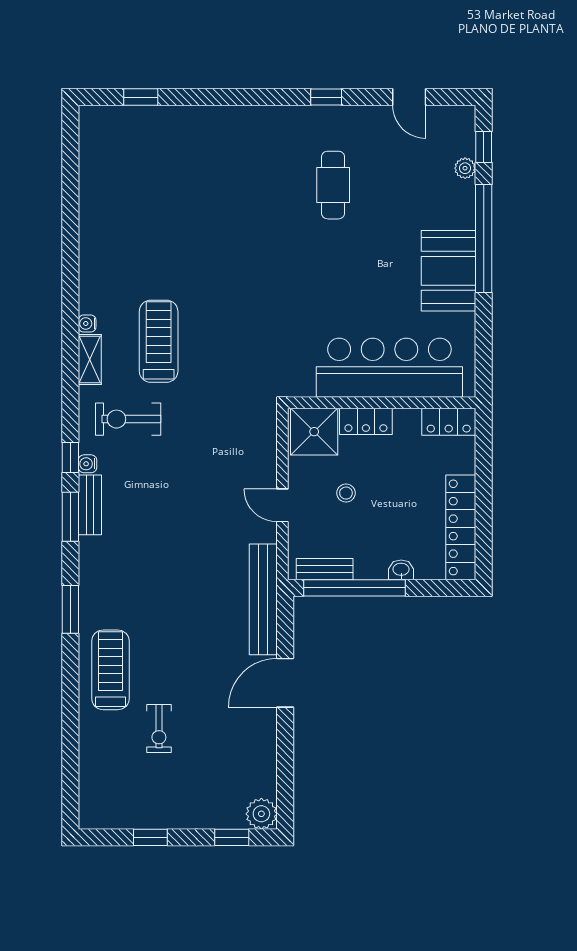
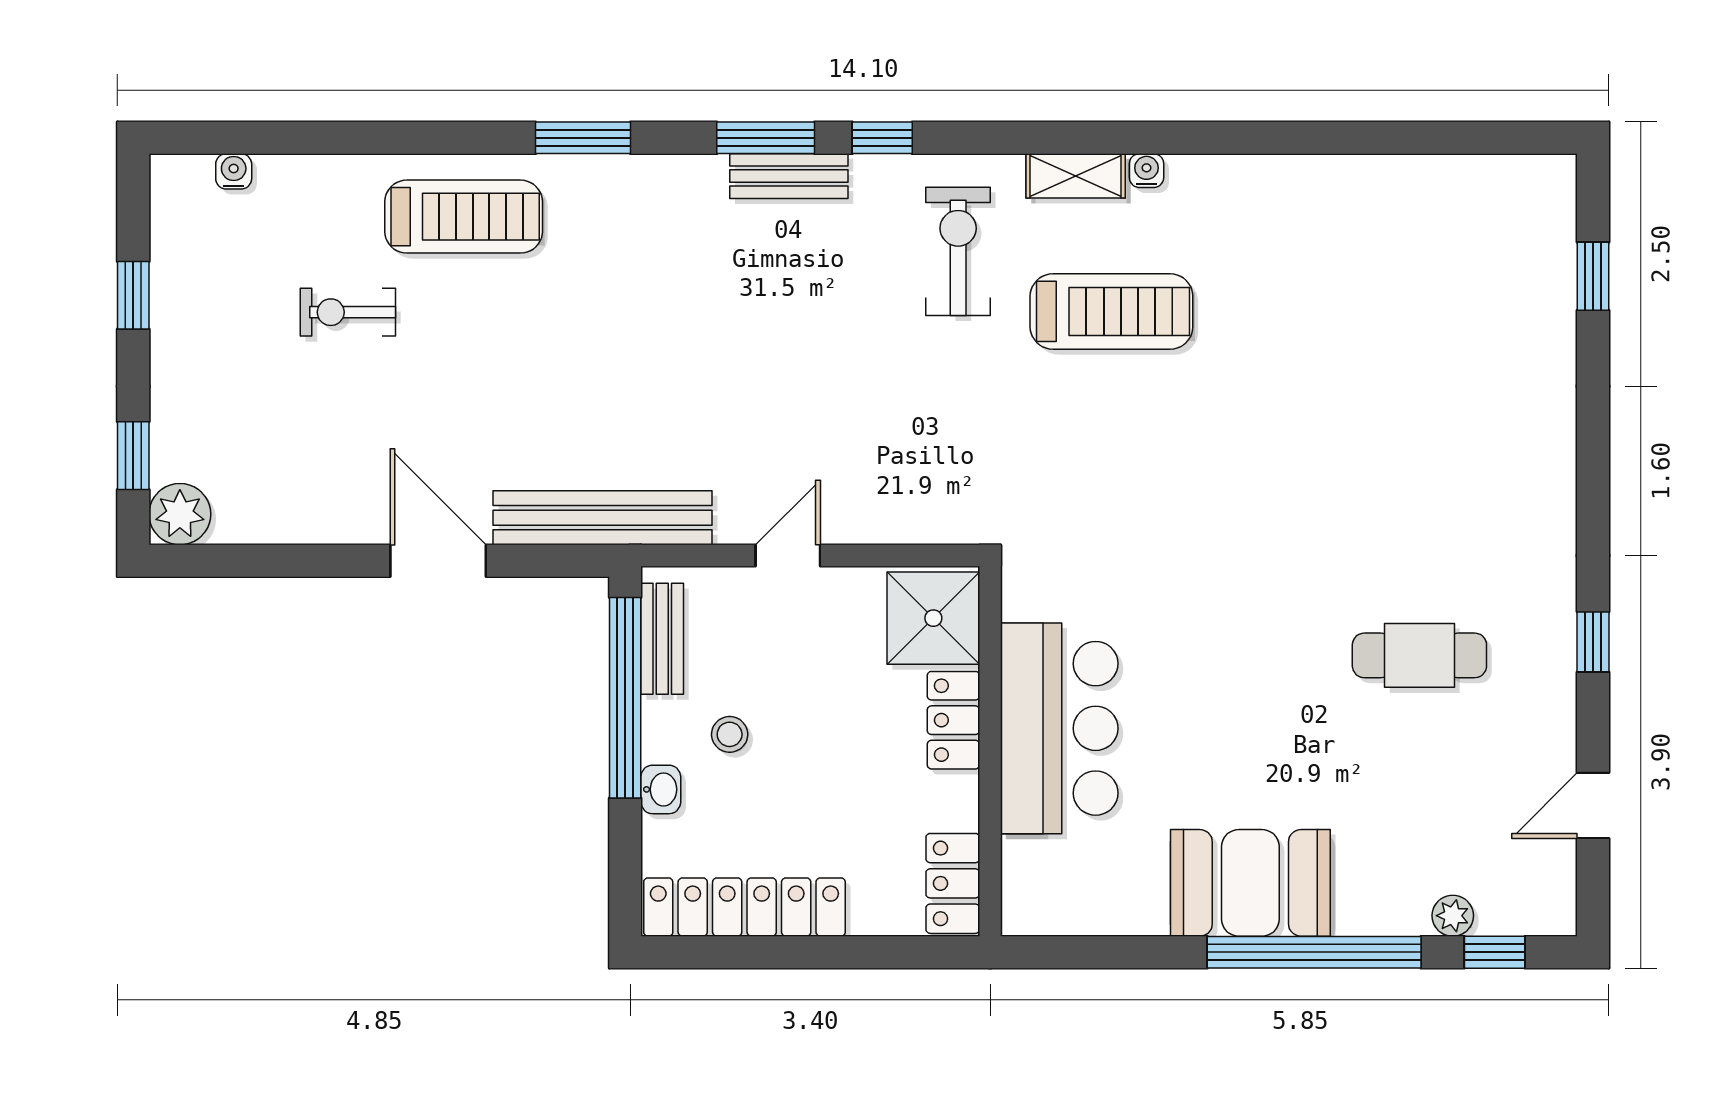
bar counter: (389, 368) -> (1059, 728), width x0.73
water cooler: (88, 464) -> (234, 171), moved
stool: (346, 493) -> (730, 734), moved

